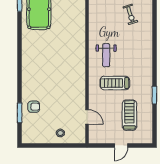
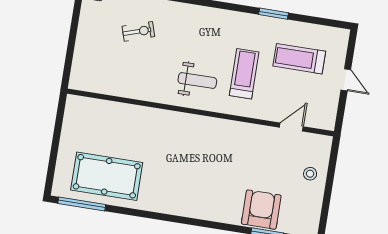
treadmill: (115, 83) -> (244, 74), turned 180
armchair: (34, 107) -> (261, 210), width x1.88, depth x1.88

